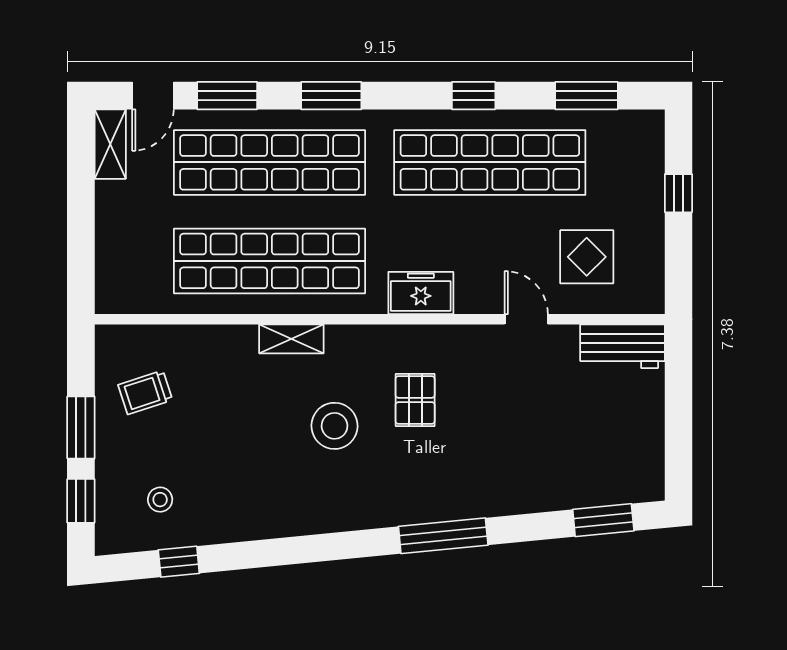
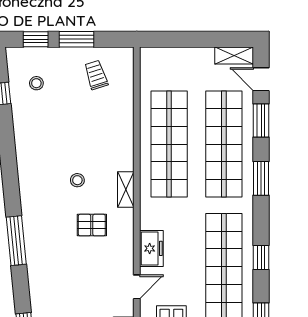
freezer: (421, 293) -> (151, 248), moved
shelving: (291, 339) -> (126, 190), moved
stool: (334, 426) -> (77, 180), width x0.53, depth x0.53

